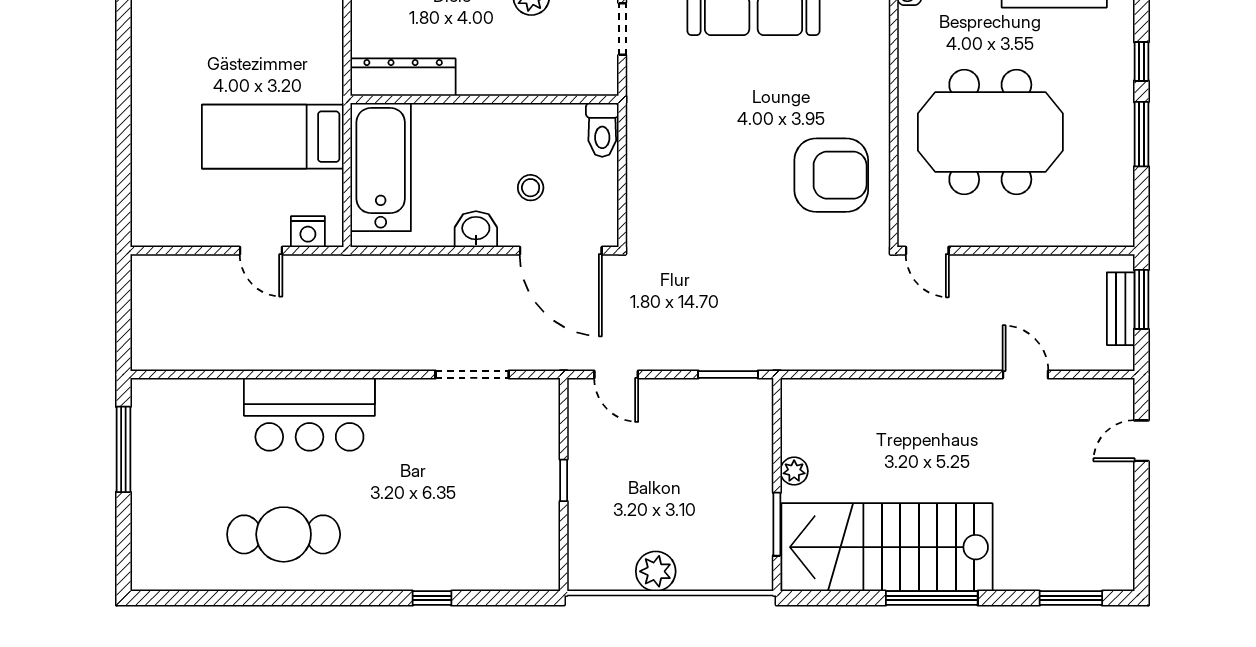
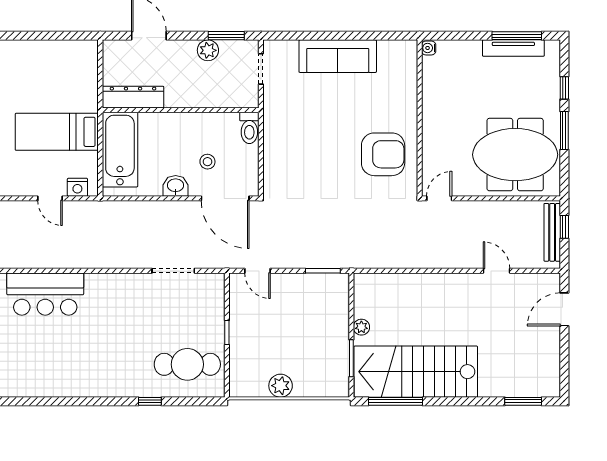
meeting table: (990, 132) -> (515, 155), moved
door: (927, 251) -> (439, 198), swing flipped
window: (1141, 299) -> (564, 227), width x0.67
bench: (1121, 309) -> (552, 232), width x1.36
bar counter: (309, 414) -> (45, 294), moved
door: (1141, 441) -> (564, 309), width x1.37
cafe table: (284, 534) -> (187, 364), moved
window: (932, 598) -> (396, 401), moved

